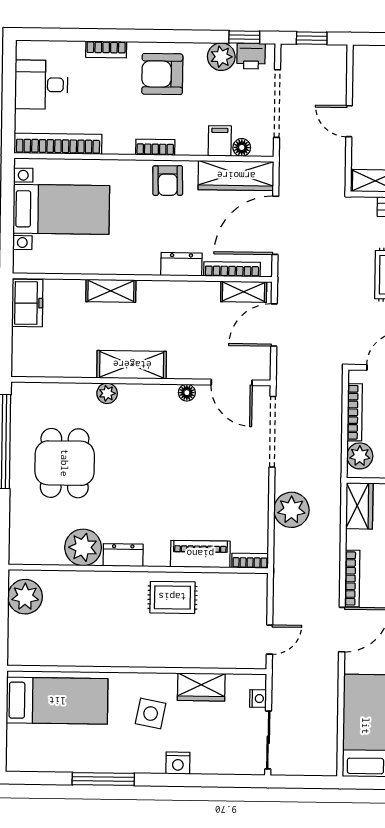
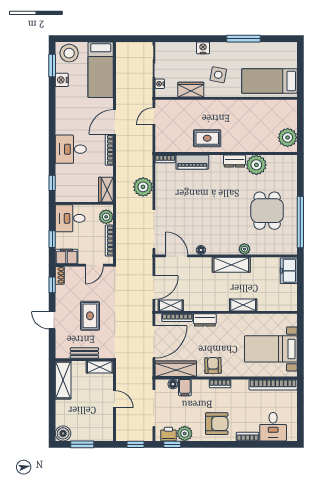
desk: (41, 85) -> (273, 427), moved, turned 90
freezer: (27, 303) -> (289, 271), moved

